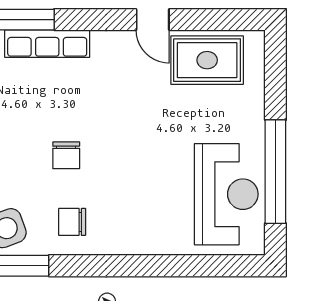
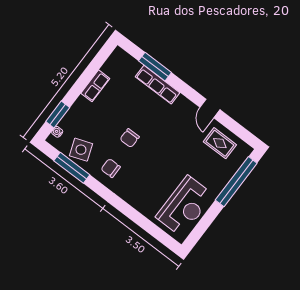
rug: (207, 60) -> (220, 143), width x0.73, depth x0.70
window: (275, 172) -> (236, 182), moved

